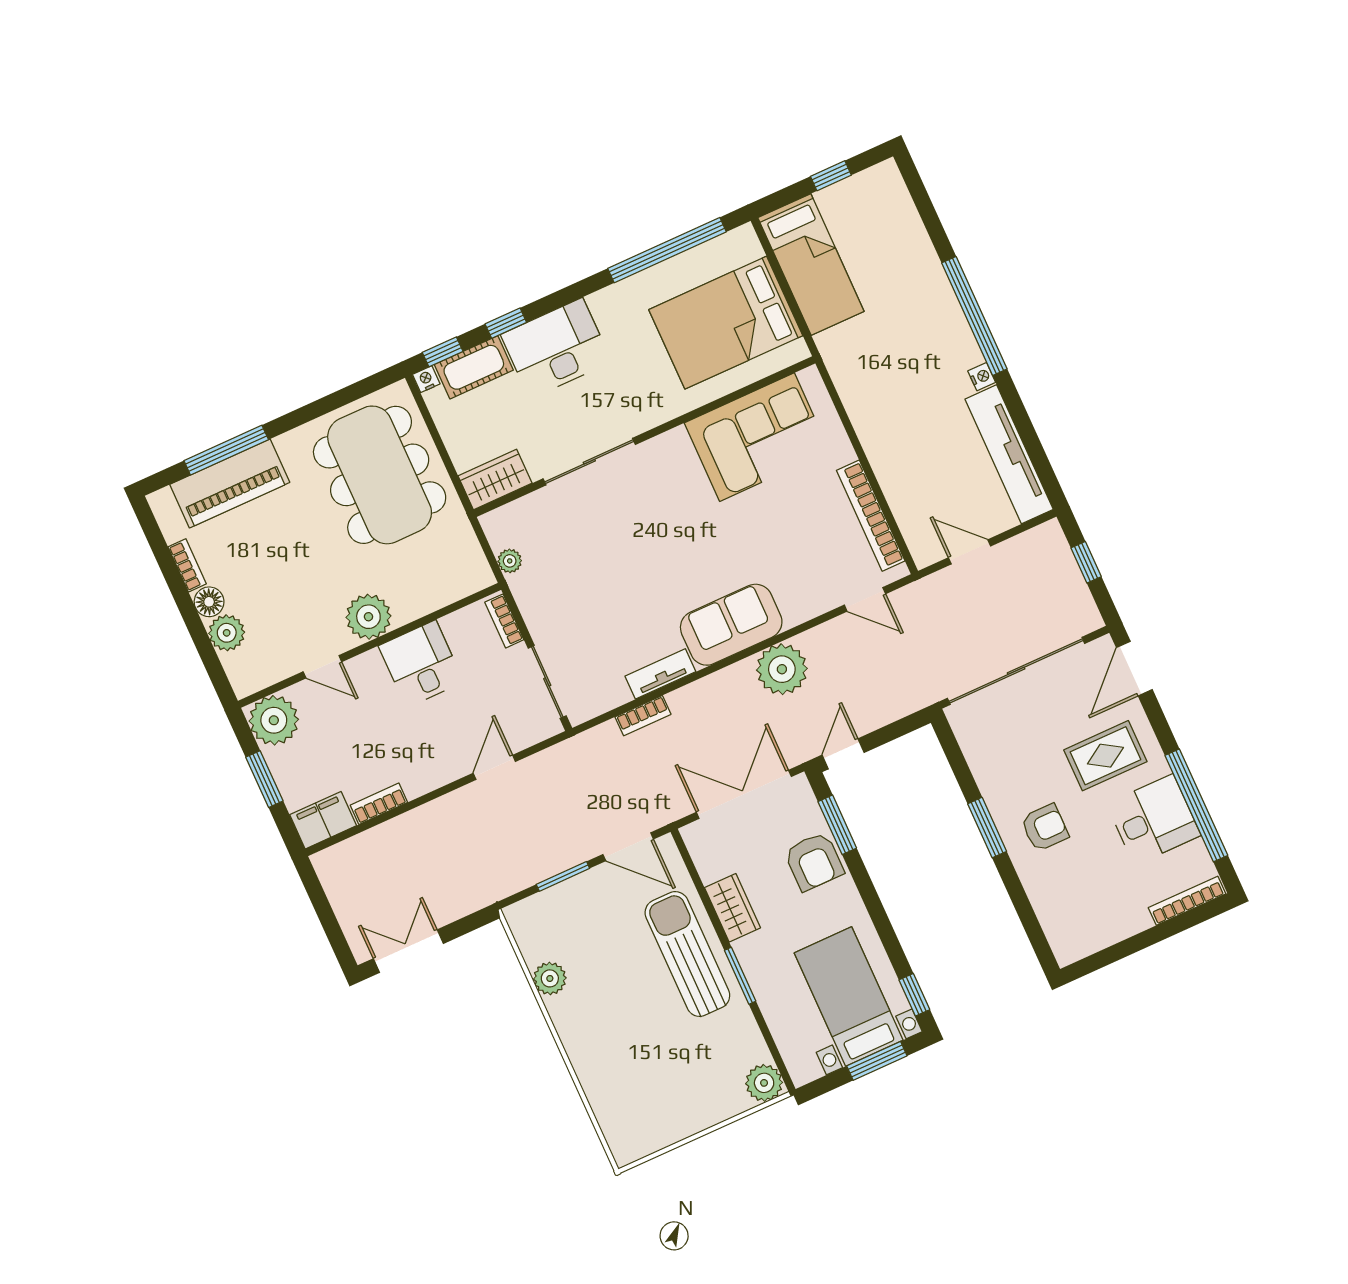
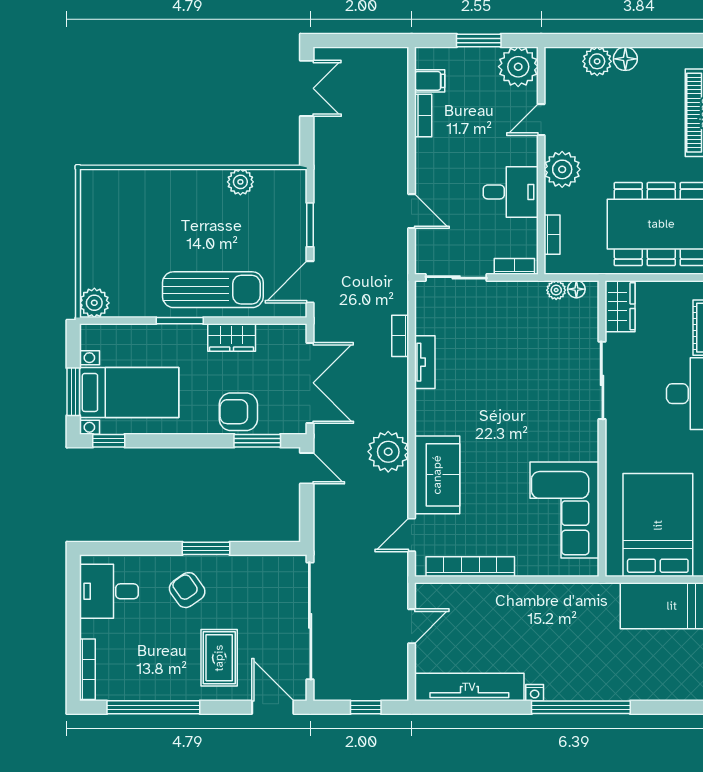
floor lamp: (498, 538) -> (576, 289), added
bookcase: (187, 565) -> (552, 235), moved, turned -90
sofa: (731, 625) -> (437, 475), moved
filing cabinet: (323, 820) -> (430, 81), width x0.50
desk: (1154, 820) -> (109, 591), moved, turned 90
armchair: (1045, 828) -> (187, 590), turned 145

